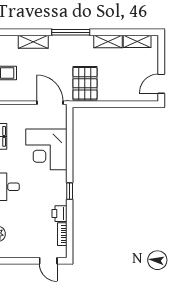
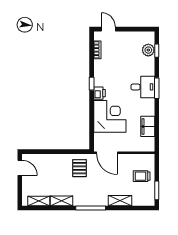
pallet: (85, 83) -> (80, 168), width x0.67, depth x0.71
door: (161, 84) -> (20, 168), hinge flipped
printer: (60, 214) -> (99, 93), moved

